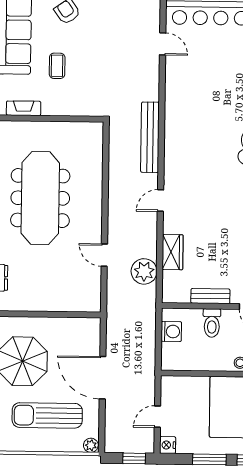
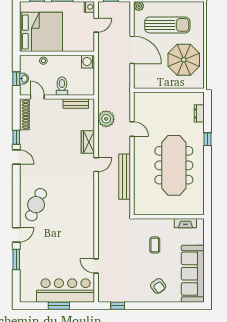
coffee table: (57, 66) -> (155, 245), moved
bench: (150, 137) -> (125, 177), moved
wardrobe: (173, 252) -> (88, 142), moved
bench: (210, 296) -> (76, 103), moved
washing machine: (171, 331) -> (88, 62), moved

